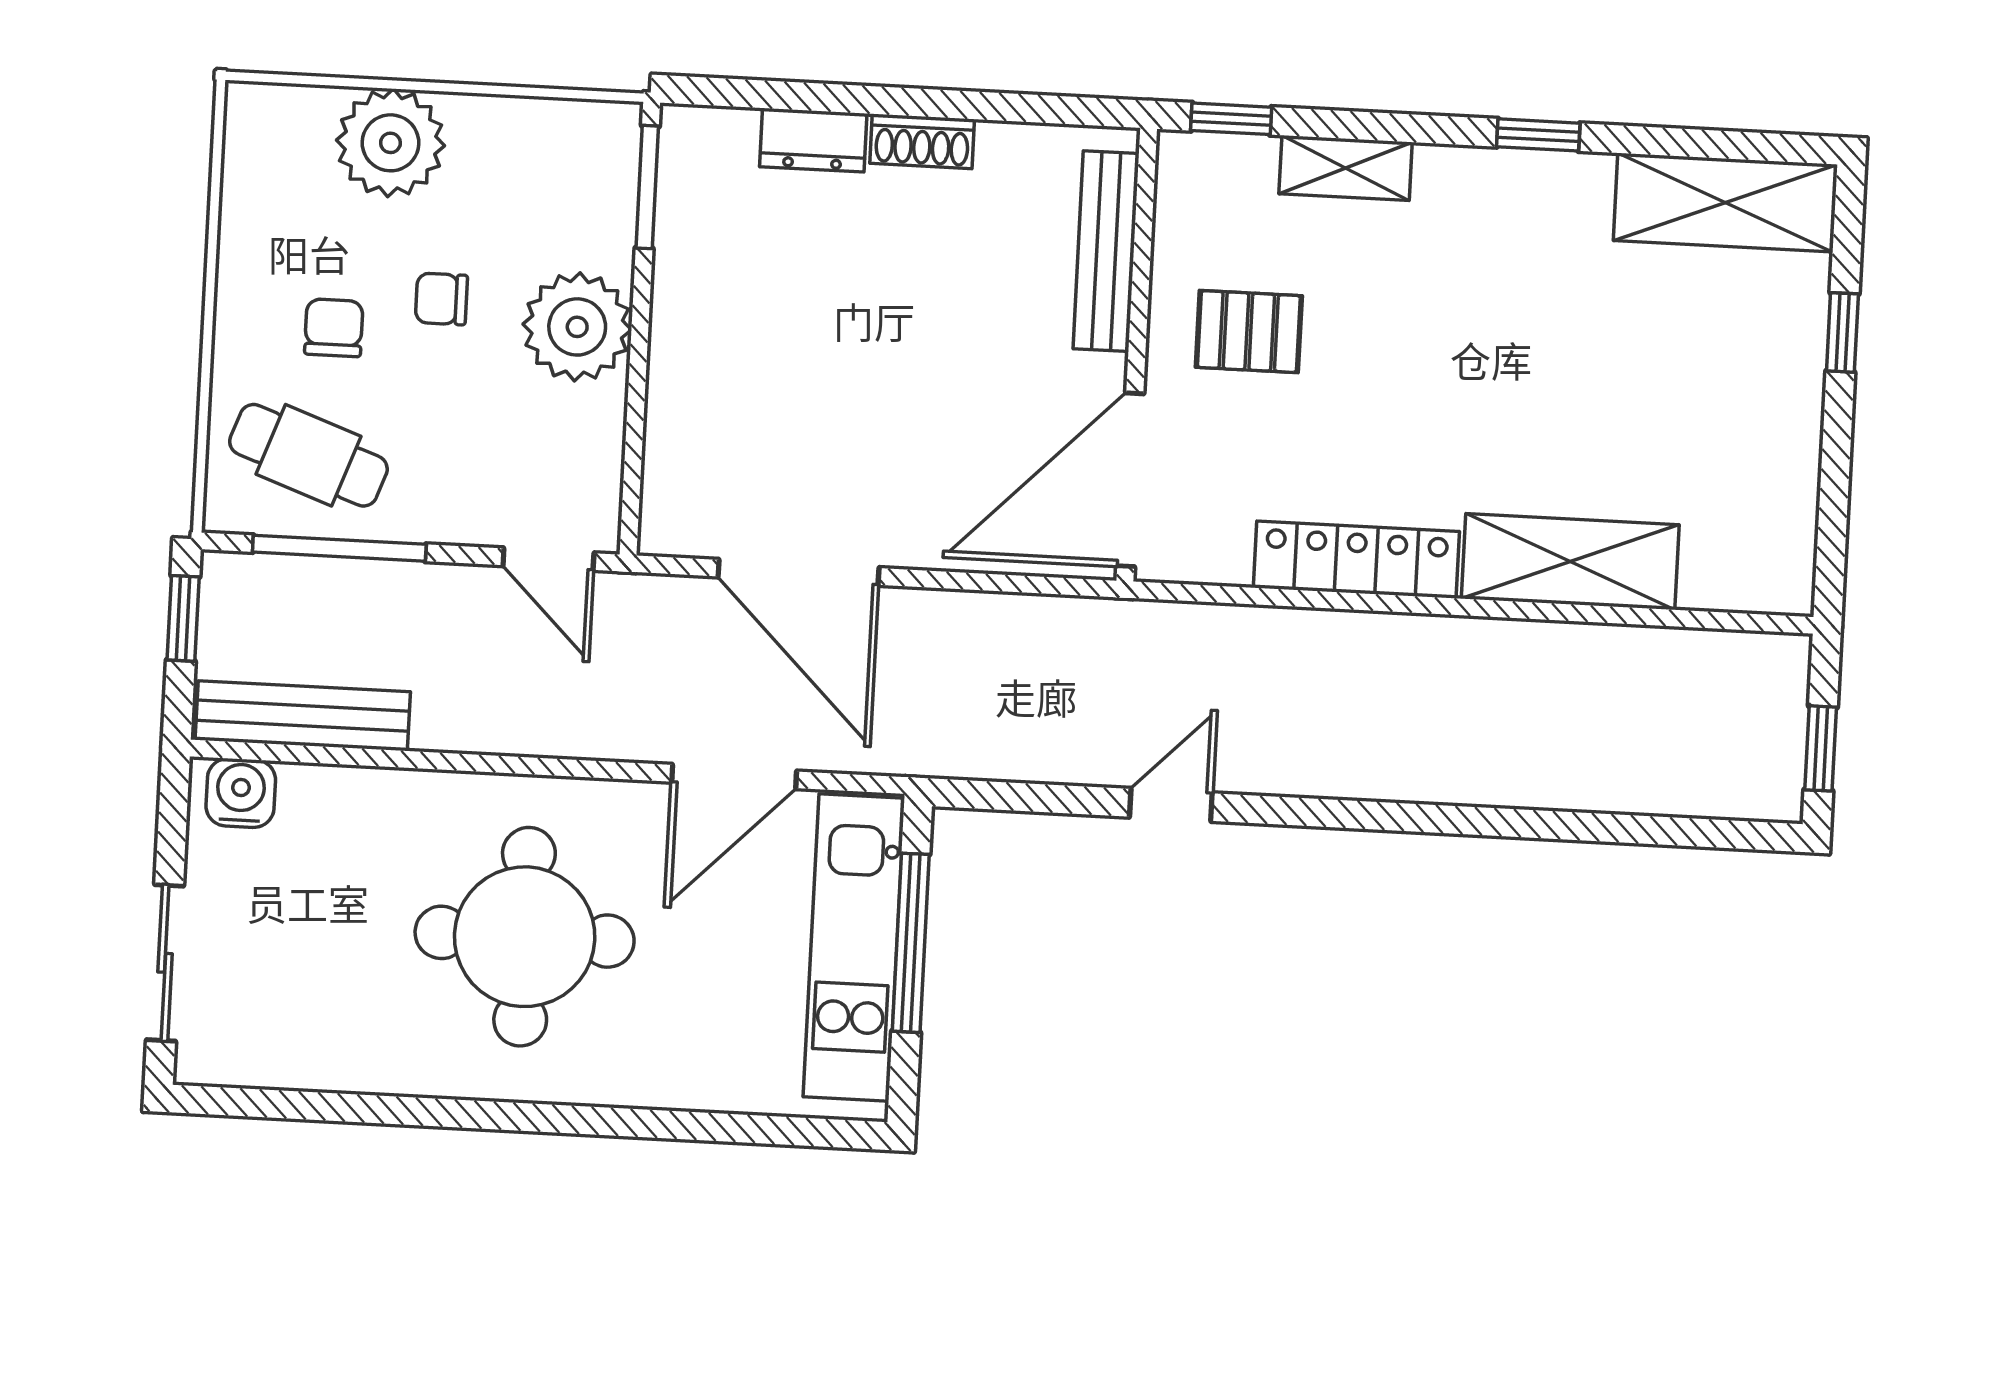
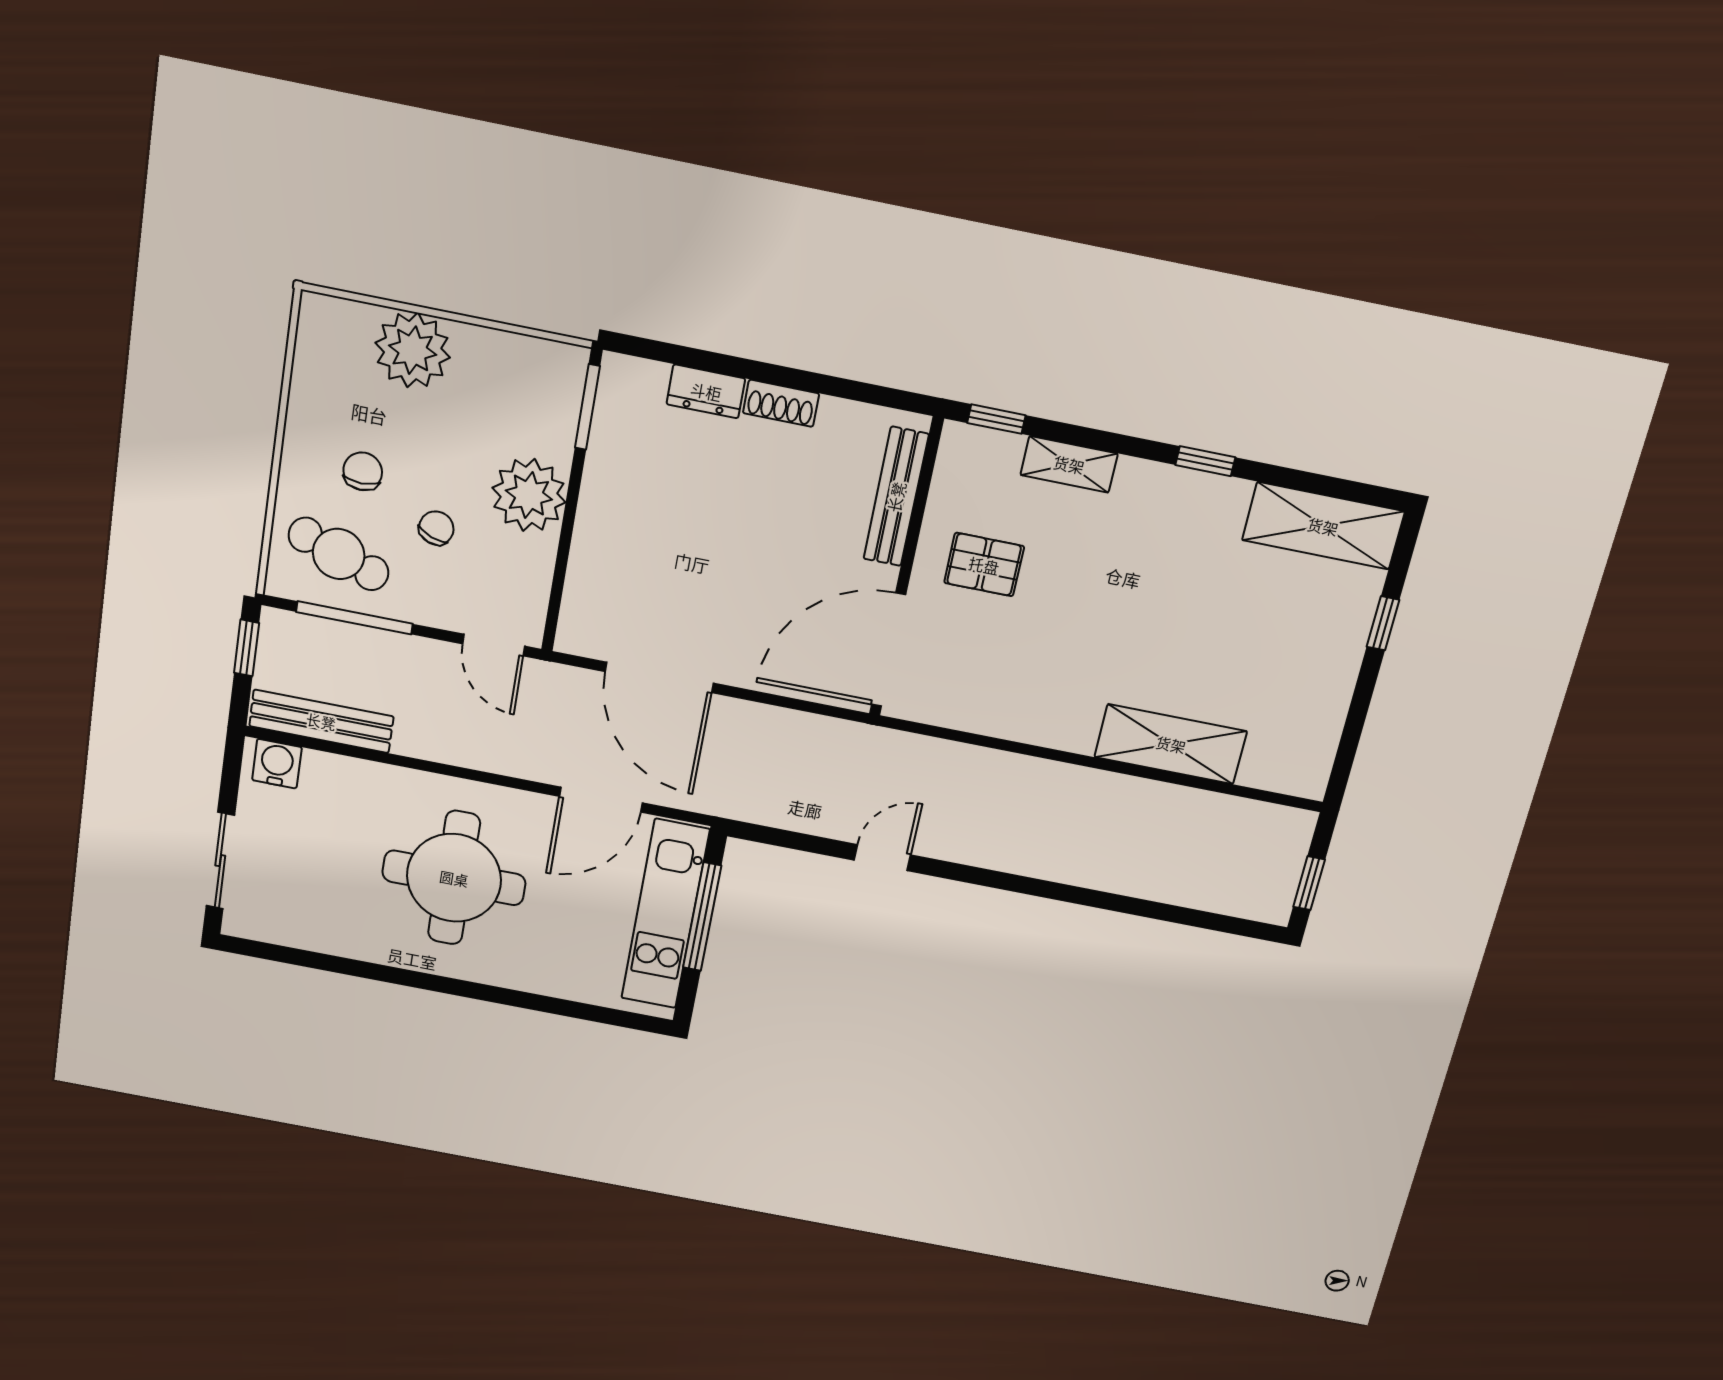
chair: (441, 299) -> (436, 528), moved, turned 111
locker: (1356, 560) -> (1030, 723), removed

